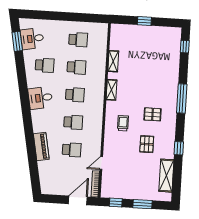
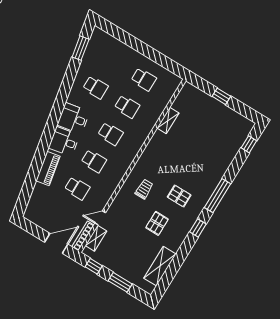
desk: (32, 39) -> (64, 142), moved
shelving: (112, 90) -> (96, 238), moved
window: (179, 148) -> (198, 228), moved

